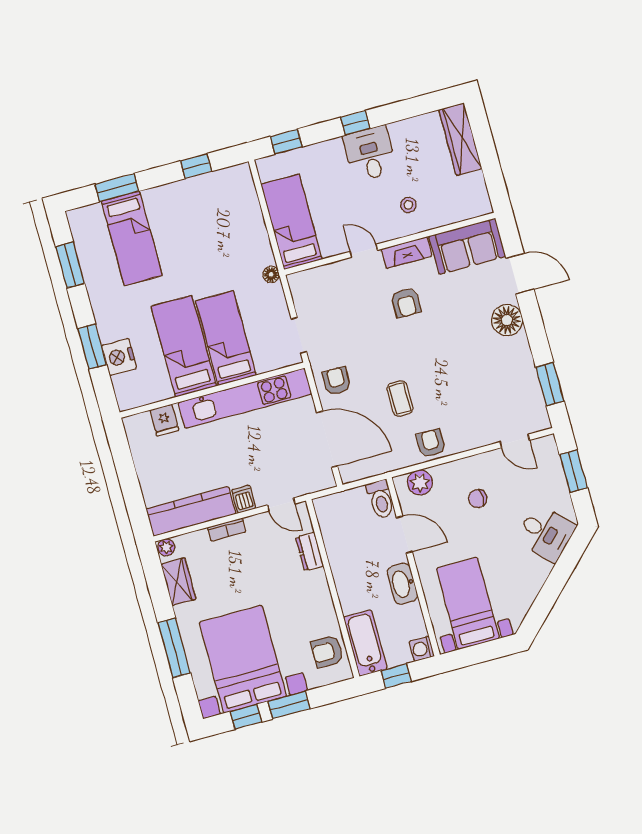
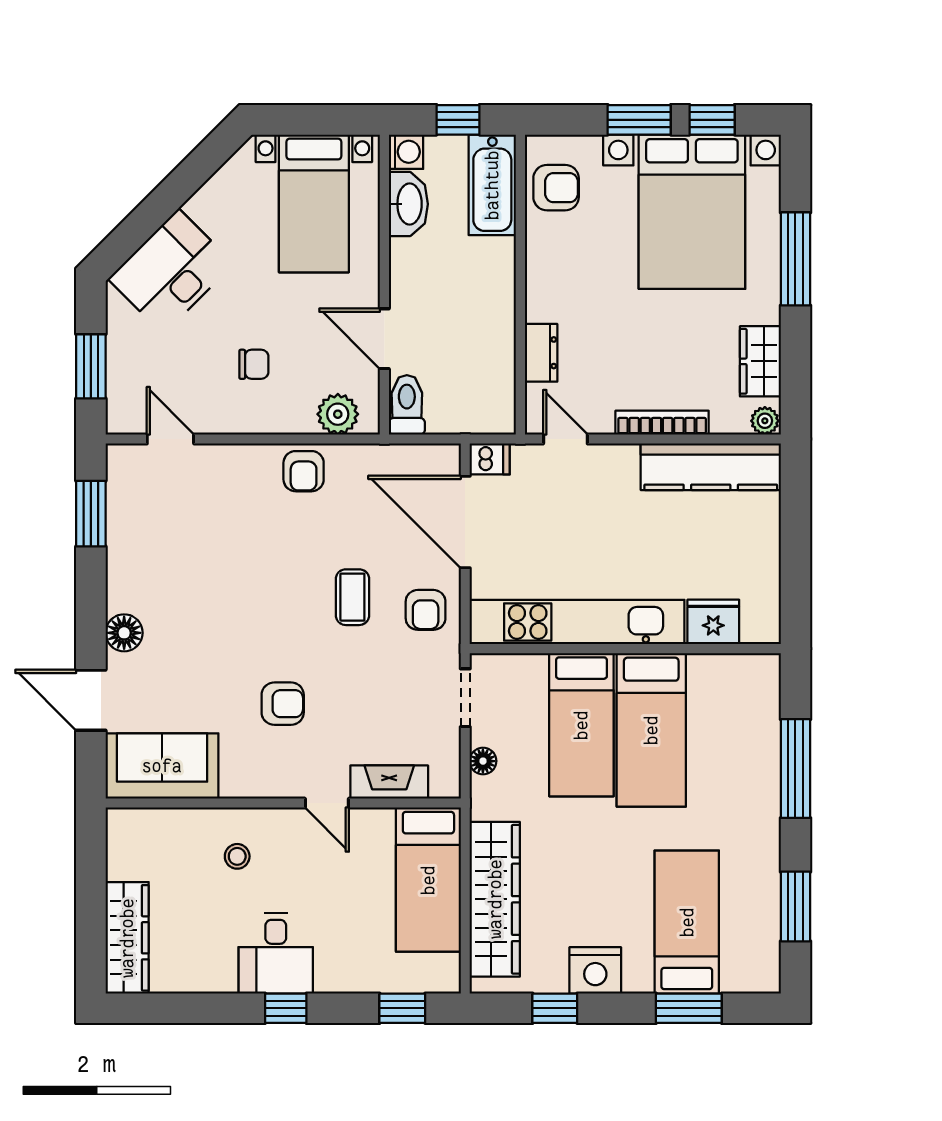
wardrobe: (249, 221) -> (495, 899), added
fireplace: (407, 253) -> (389, 782), moved
floor lamp: (271, 274) -> (483, 761), moved
armchair: (406, 303) -> (283, 704), turned 90
floor lamp: (507, 320) -> (124, 633), width x0.73, depth x0.73
window: (92, 347) -> (795, 769), width x1.44
nightstand: (119, 357) -> (595, 970), moved, turned 90
coffee table: (400, 398) -> (352, 597), moved
fridge: (164, 420) -> (713, 622), width x1.38
dishwasher: (244, 499) -> (490, 459), moved, turned -90
bookcase: (227, 530) -> (662, 423), width x1.56
desk: (546, 533) -> (171, 271), width x1.37
washbasin: (403, 584) -> (408, 204), moved

